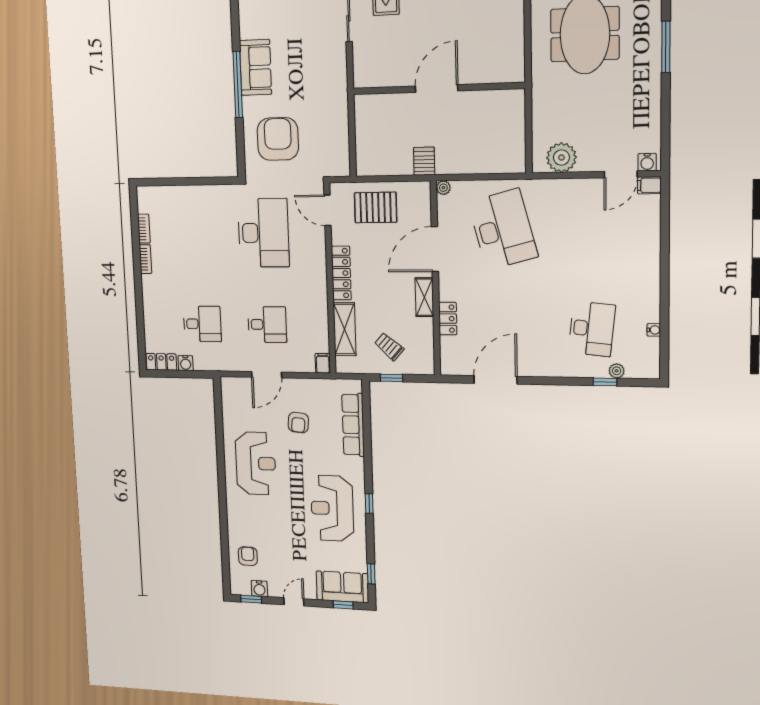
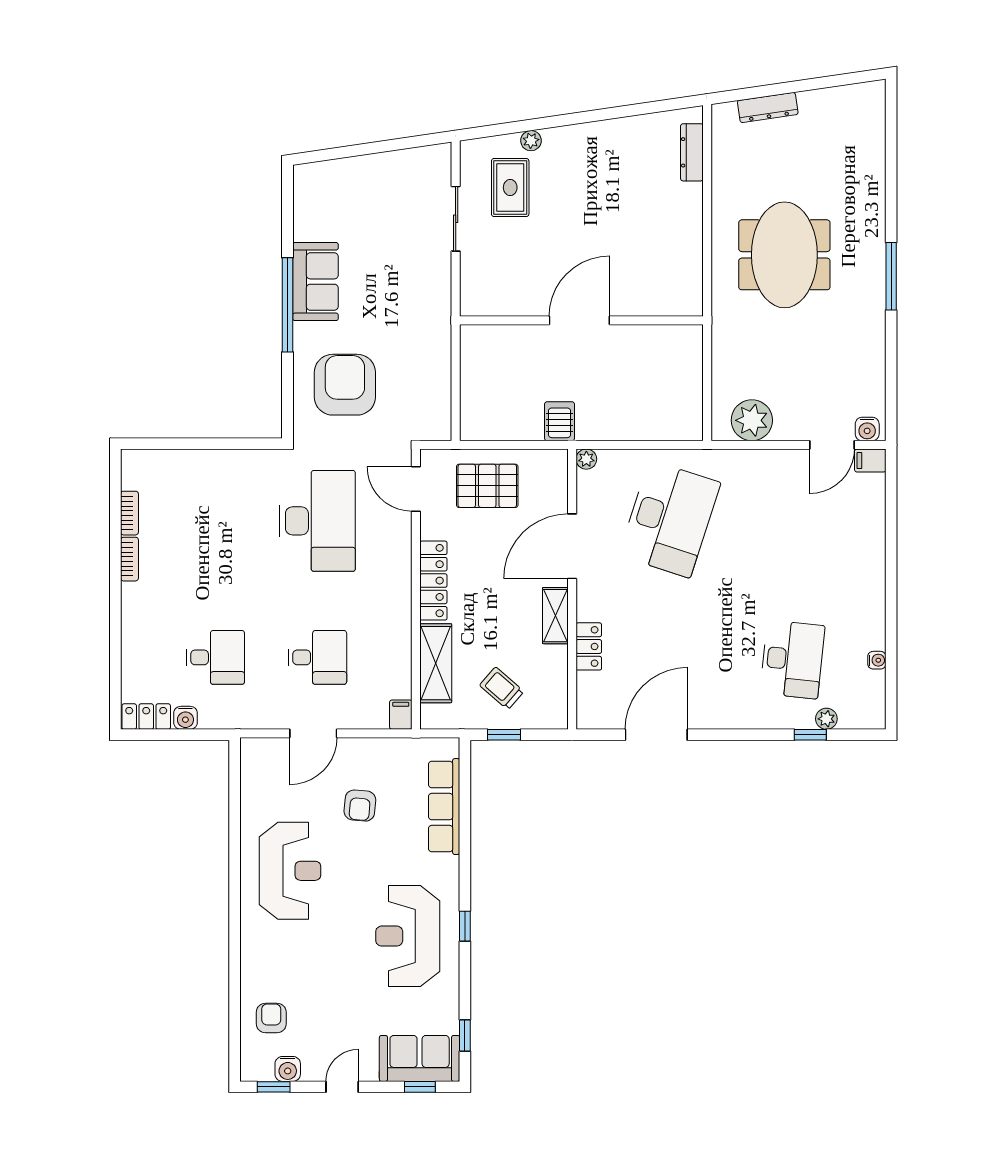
desk: (503, 229) -> (670, 519), turned 33

